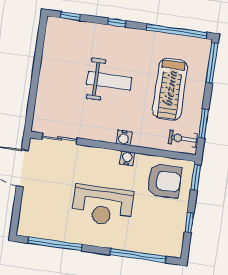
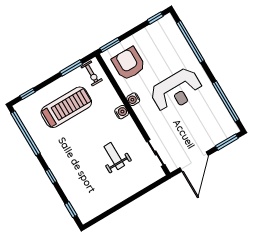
window: (212, 63) -> (27, 94), width x0.46
weight bench: (109, 81) -> (114, 156), moved, width x0.73, depth x0.75
reception desk: (102, 206) -> (176, 91), turned 90
window: (16, 214) -> (227, 142), added
window: (189, 222) -> (155, 18), moved

